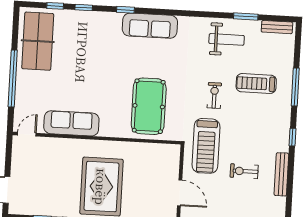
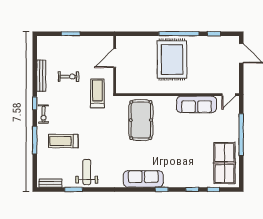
weight bench: (227, 39) -> (87, 172), turned 90
treadmill: (256, 83) -> (63, 141), turned 180
exercise bike: (214, 95) -> (44, 114), moved
treadmill: (206, 146) -> (97, 93), width x0.73, depth x0.73
door: (180, 193) -> (115, 58), hinge flipped

